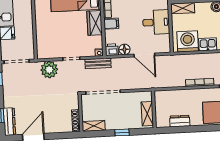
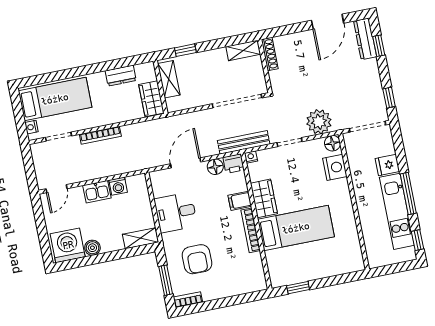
nightstand: (43, 37) -> (335, 167), added
washing machine: (188, 41) -> (118, 186), width x0.53, depth x0.53
floor lamp: (42, 54) -> (332, 143), added
door: (144, 55) -> (186, 163), hinge flipped
bench: (98, 63) -> (244, 142), width x1.36
wardrobe: (161, 102) -> (151, 99), added
window: (122, 132) -> (185, 50), moved

